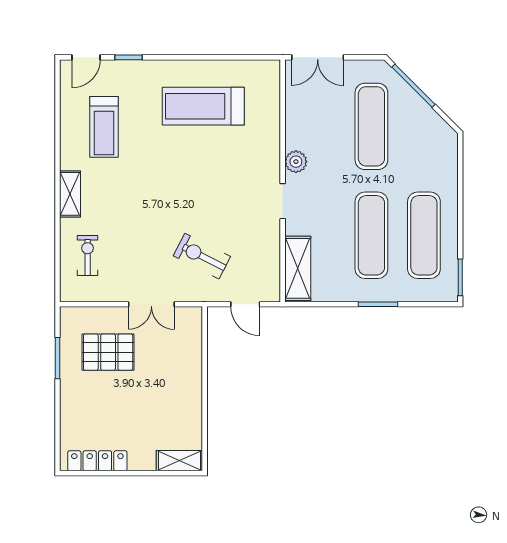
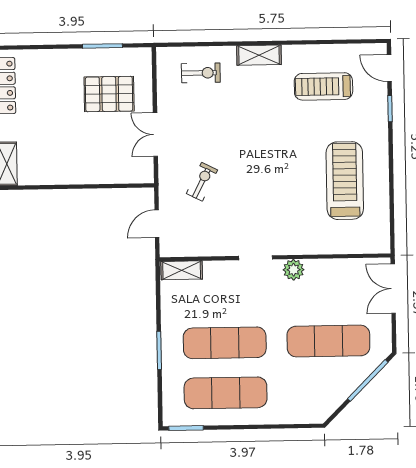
exercise bike: (202, 256) -> (202, 182), width x0.73, depth x0.72
shelving: (298, 268) -> (182, 270), width x0.67, depth x0.75
pallet: (108, 352) -> (109, 94), turned 90

